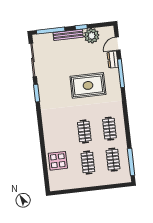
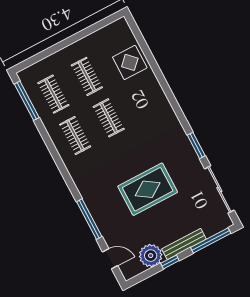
door: (118, 44) -> (110, 259), hinge flipped
dresser: (113, 60) -> (108, 234), removed
rug: (88, 85) -> (148, 189), moved

